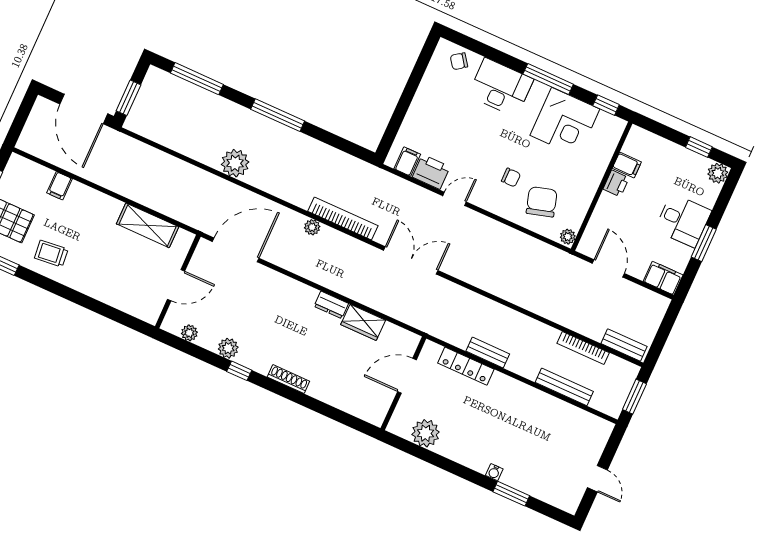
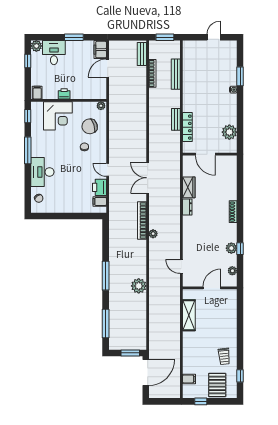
corner desk: (565, 122) -> (58, 116), moved, turned 90
filing cabinet: (627, 165) -> (37, 93), moved
filing cabinet: (60, 186) -> (189, 379), moved
desk: (683, 220) -> (54, 53), moved
door: (236, 250) -> (181, 266), width x0.53
door: (608, 268) -> (108, 68), moved
door: (176, 285) -> (212, 288), hinge flipped
window: (239, 371) -> (240, 249), moved

